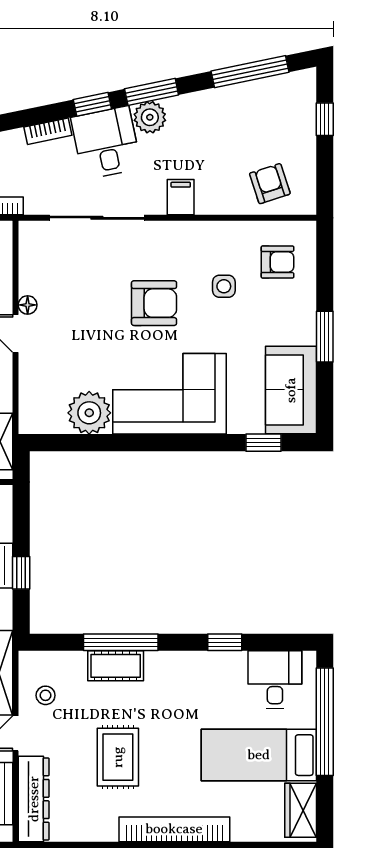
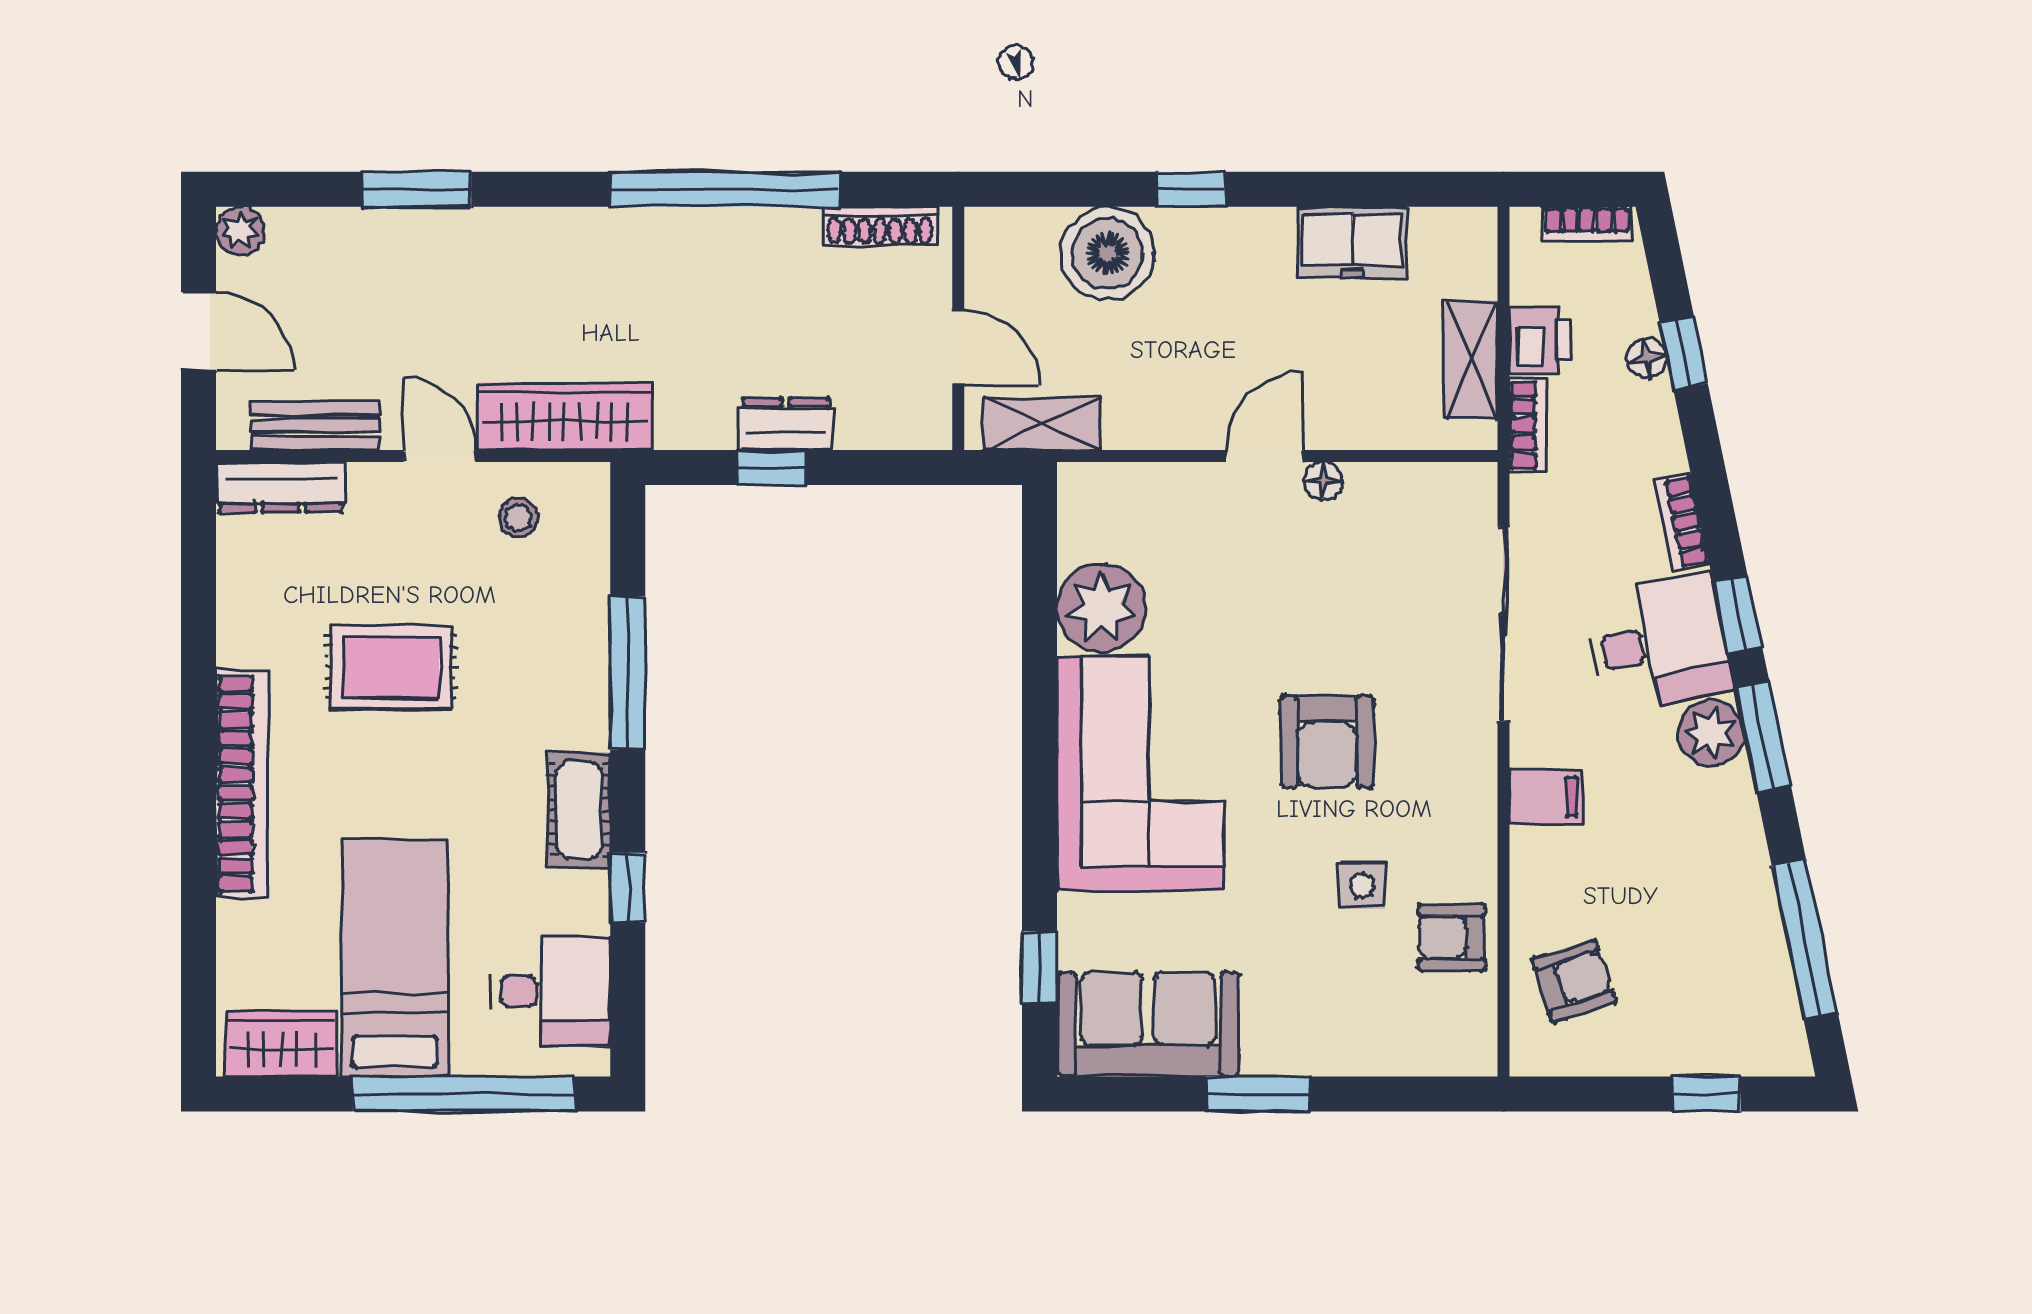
armchair: (277, 262) -> (1452, 937), moved, turned 90
cot: (116, 666) -> (579, 810), moved
dresser: (34, 799) -> (281, 487), width x0.73, depth x0.80

